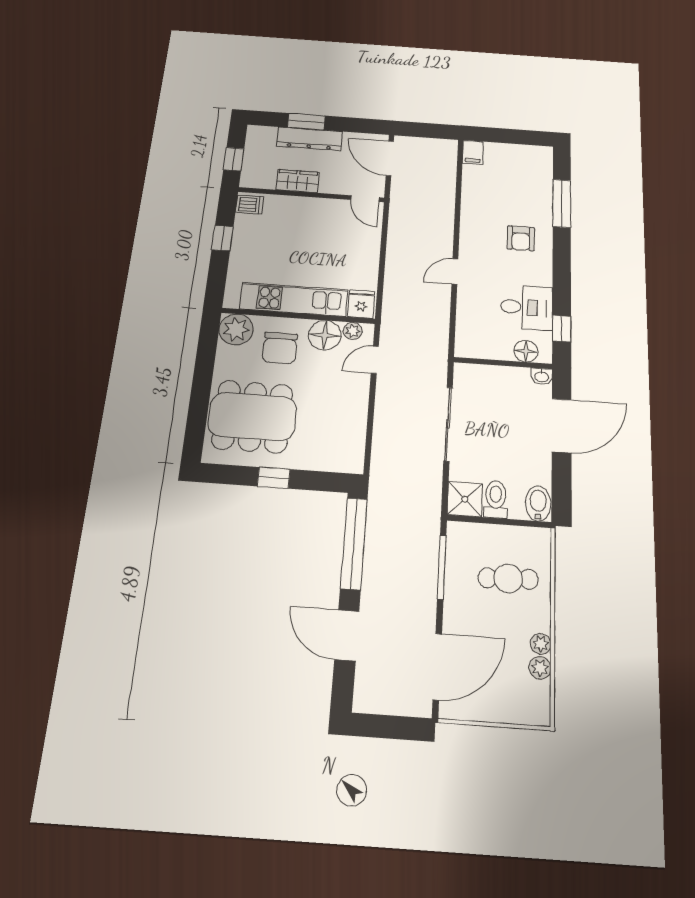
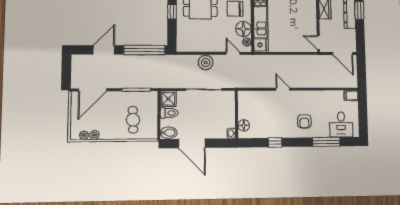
door: (390, 158) -> (343, 54), swing flipped
door: (365, 199) -> (318, 43), hinge flipped
armchair: (521, 238) -> (304, 121), turned -91
desk: (527, 307) -> (341, 125), moved
window: (562, 329) -> (275, 142), moved
plant: (391, 416) -> (206, 63), added
door: (562, 426) -> (192, 143), moved
plant: (541, 644) -> (84, 135), moved
door: (437, 667) -> (93, 90), hinge flipped

